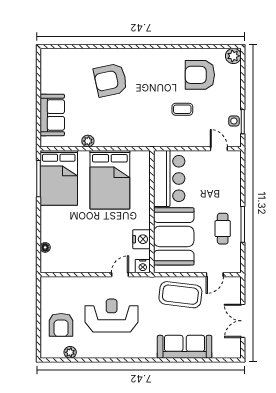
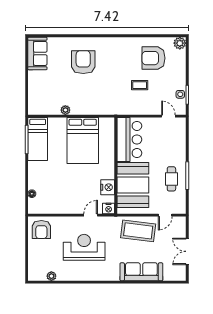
armchair: (111, 80) -> (83, 62), turned 102
sofa: (52, 115) -> (37, 53), moved
bed: (59, 178) -> (38, 139), width x0.67
armchair: (61, 325) -> (41, 230), moved

